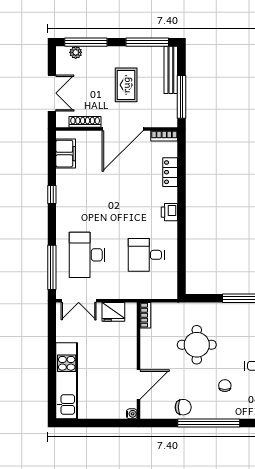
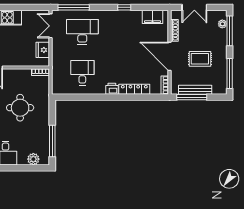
bench: (171, 70) -> (195, 90), moved
locker: (170, 172) -> (134, 89), width x1.53

